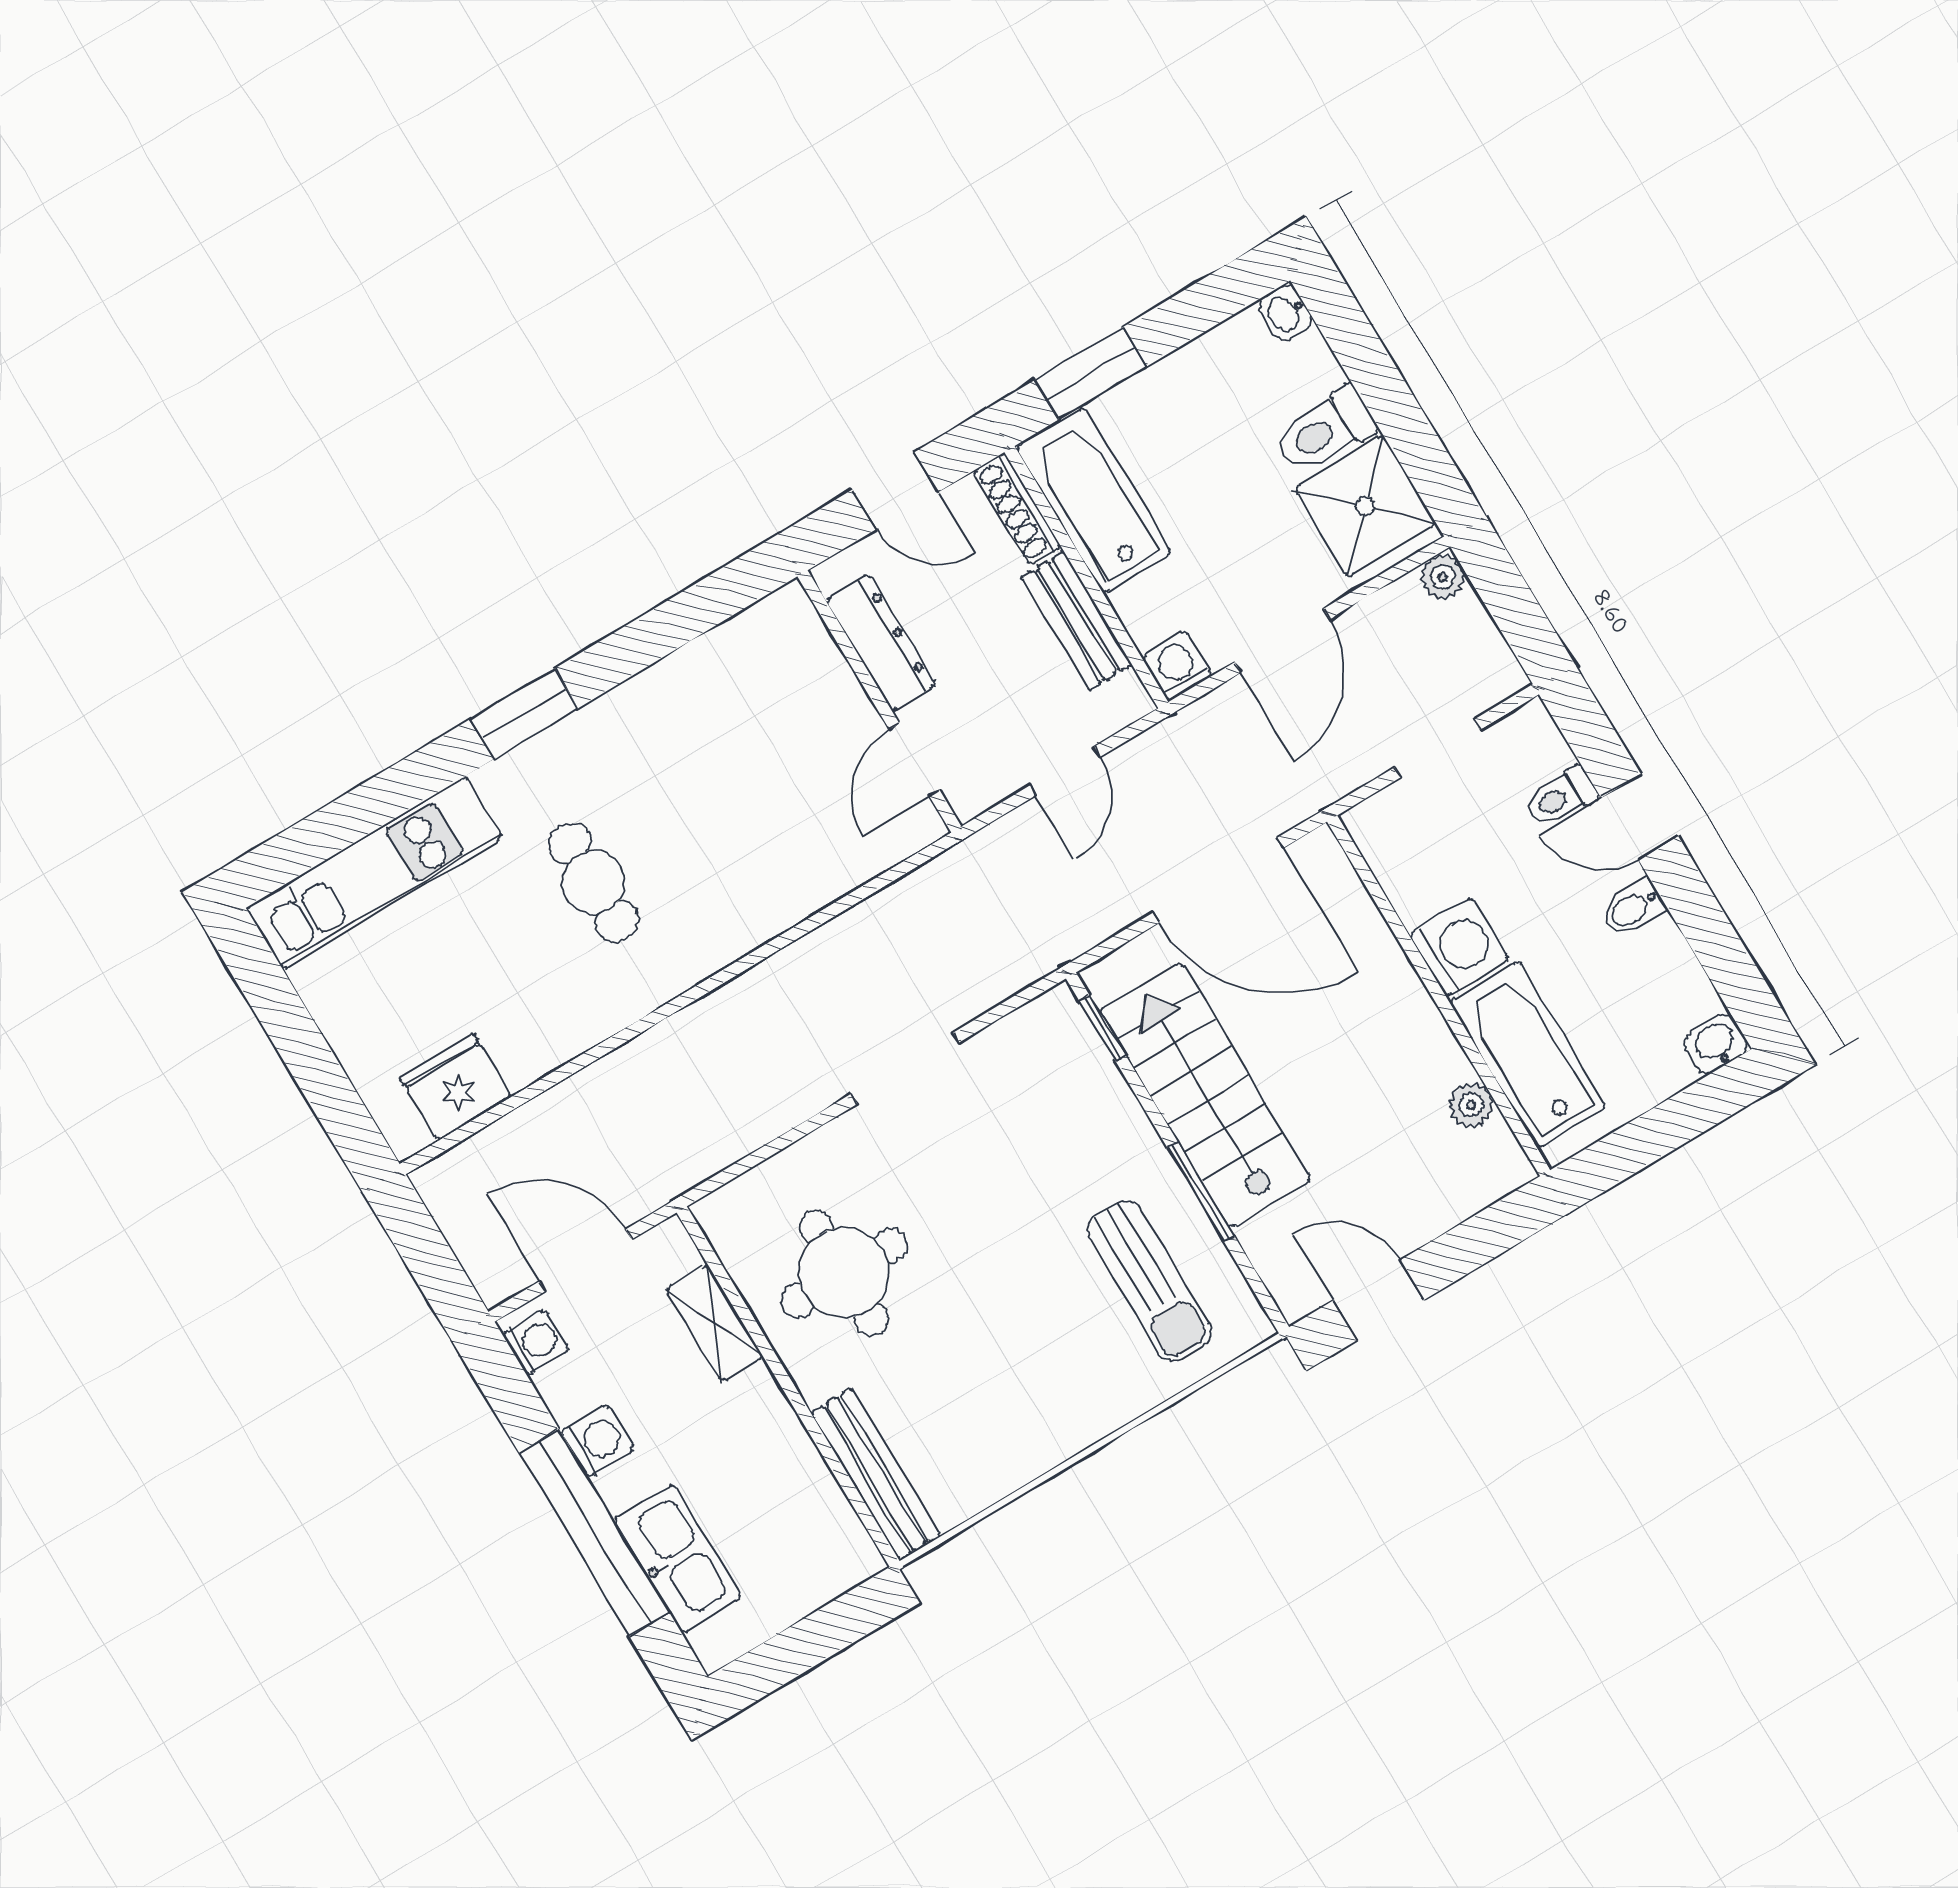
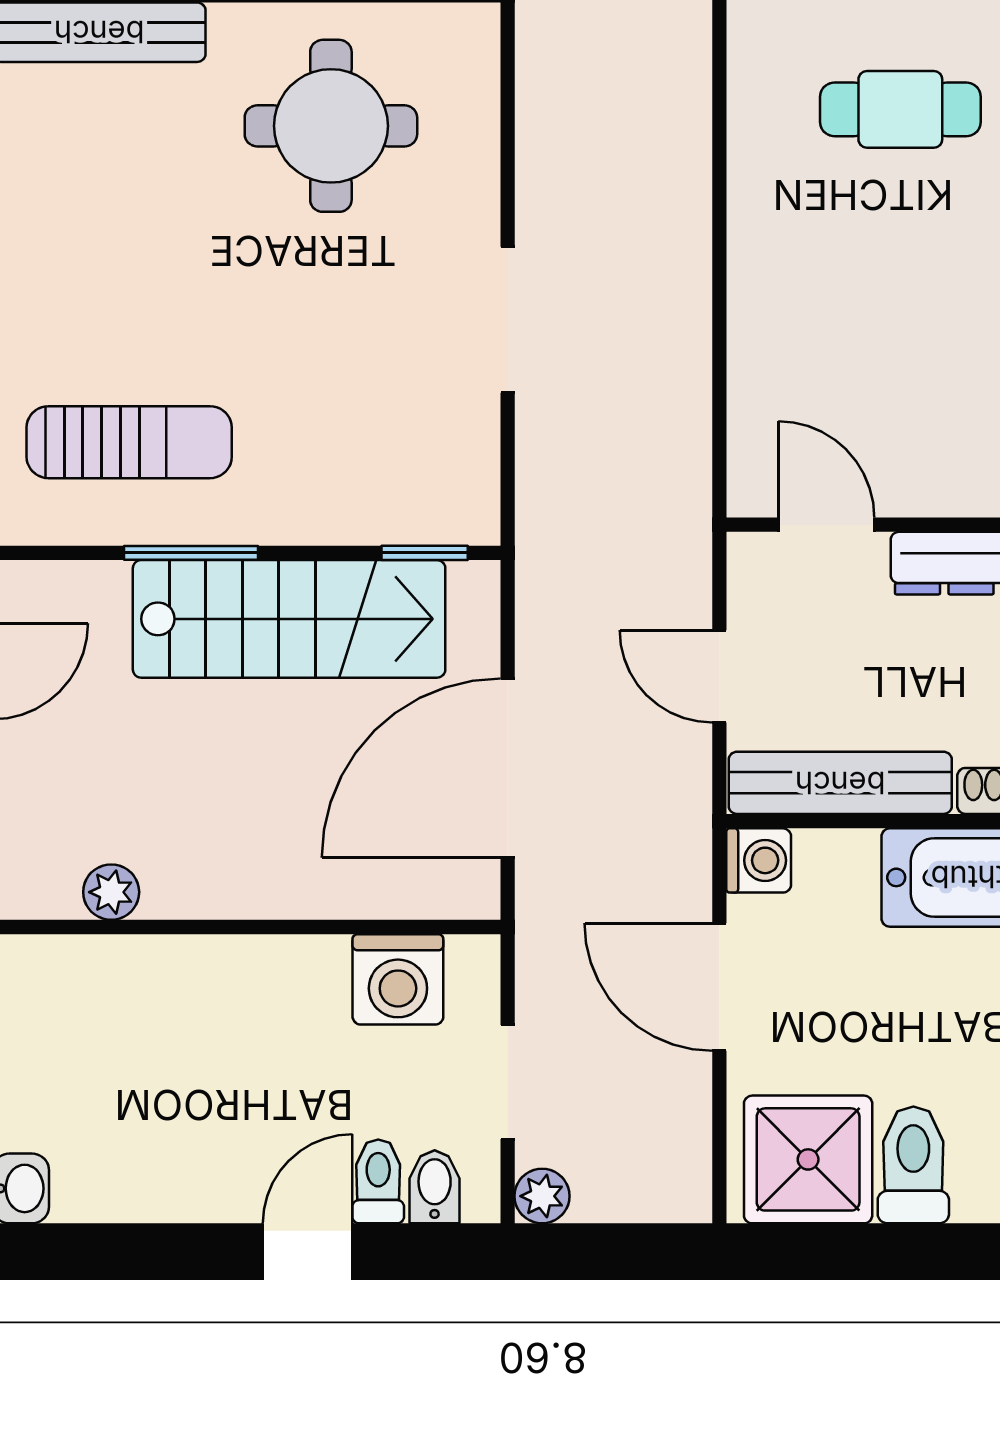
plant: (1443, 577) -> (542, 1196), moved
bench: (1076, 621) -> (840, 783), width x1.36
bidet: (1633, 908) -> (435, 1187), moved
washing machine: (1459, 947) -> (398, 979), moved
bathtub: (1528, 1055) -> (128, 984), removed
sun lounger: (1149, 1281) -> (129, 442), turned 180

